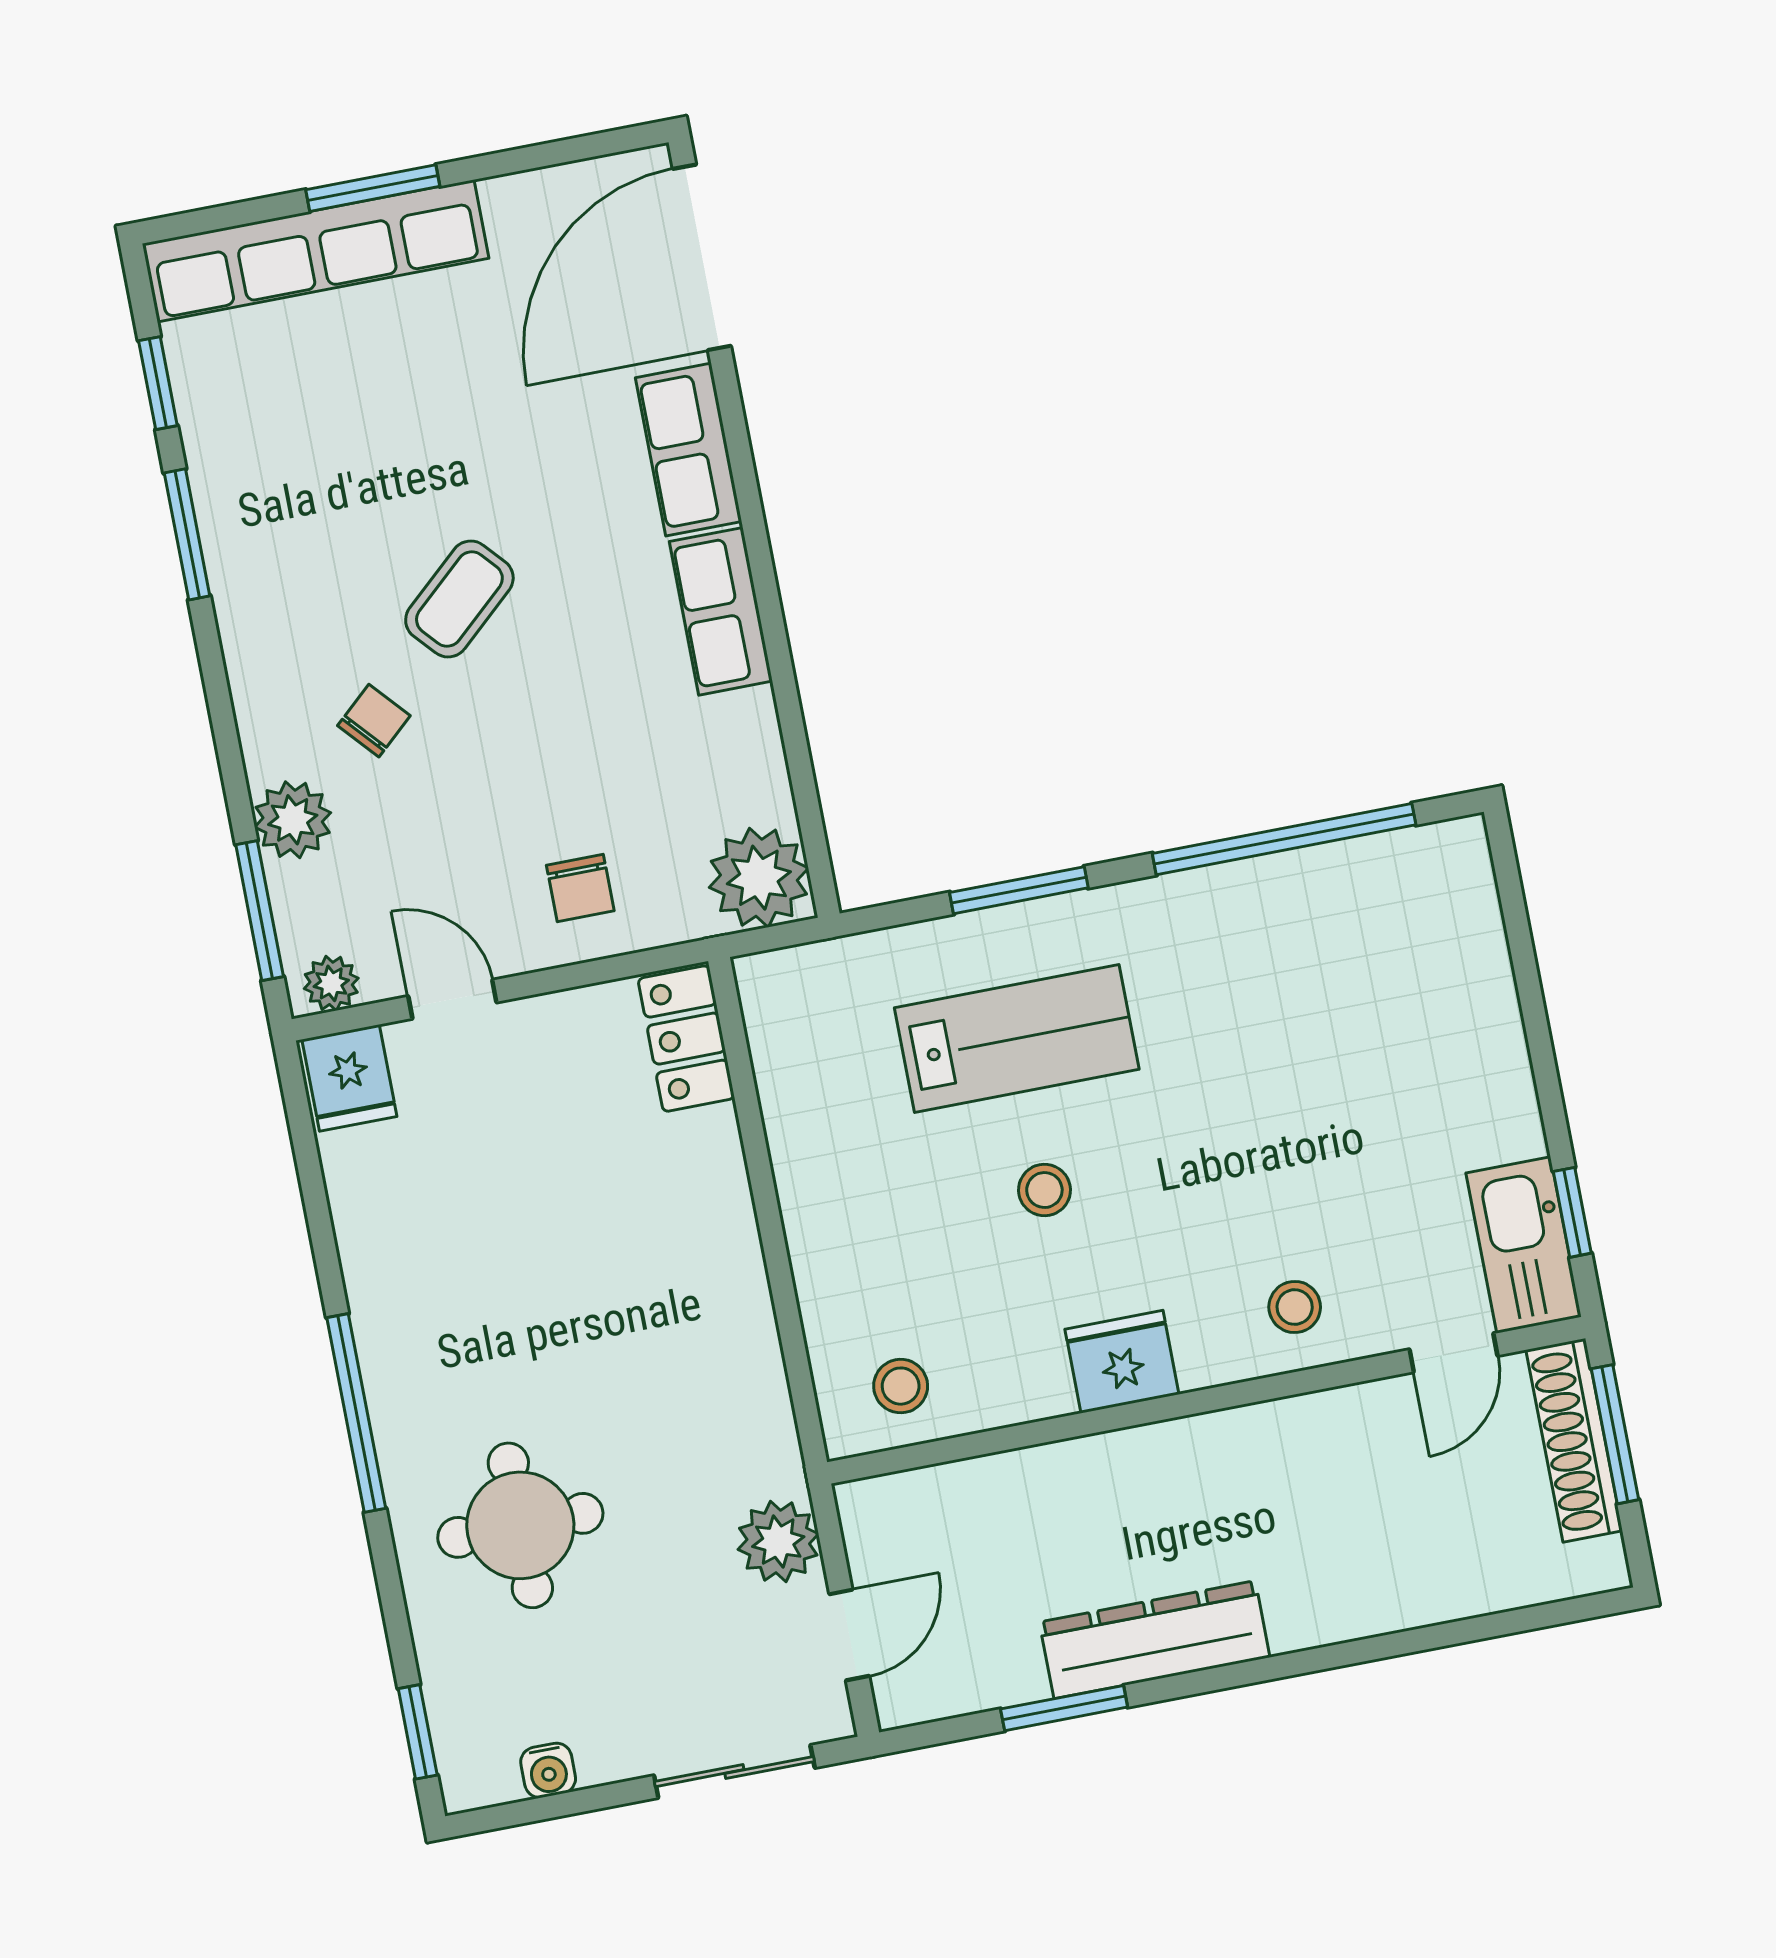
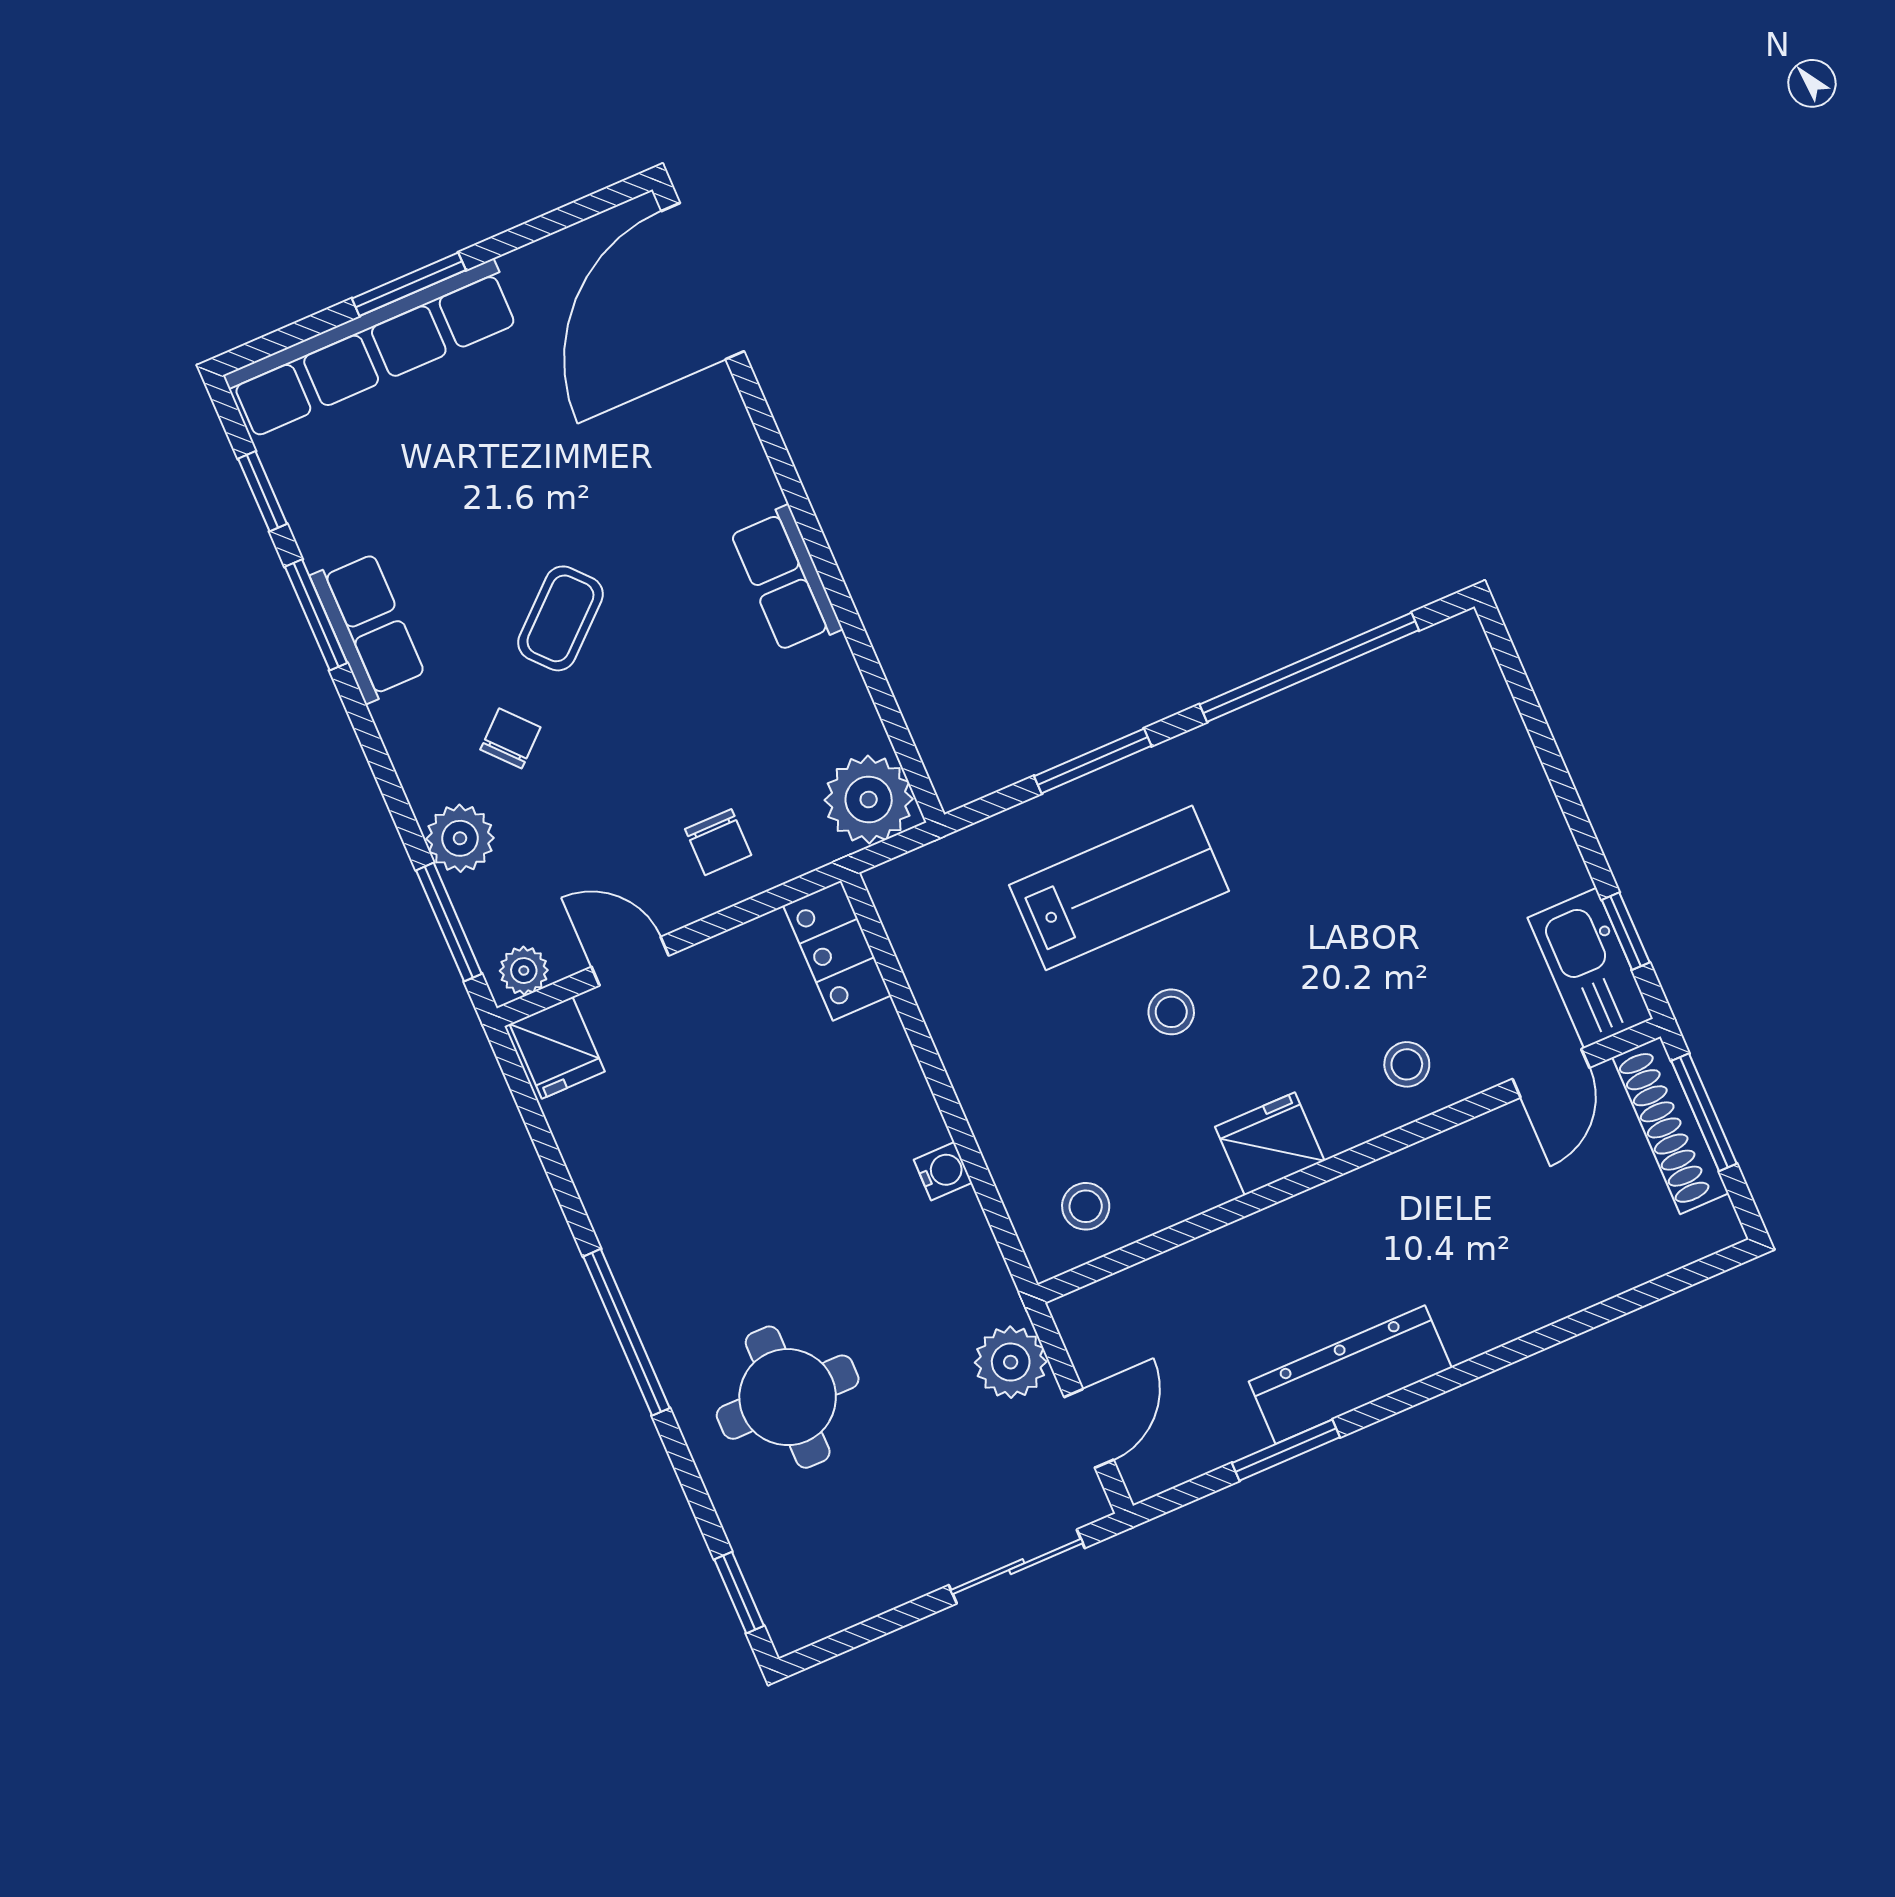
row of seats: (689, 450) -> (368, 627), moved, turned 180
water cooler: (548, 1770) -> (943, 1171), moved, turned -90

